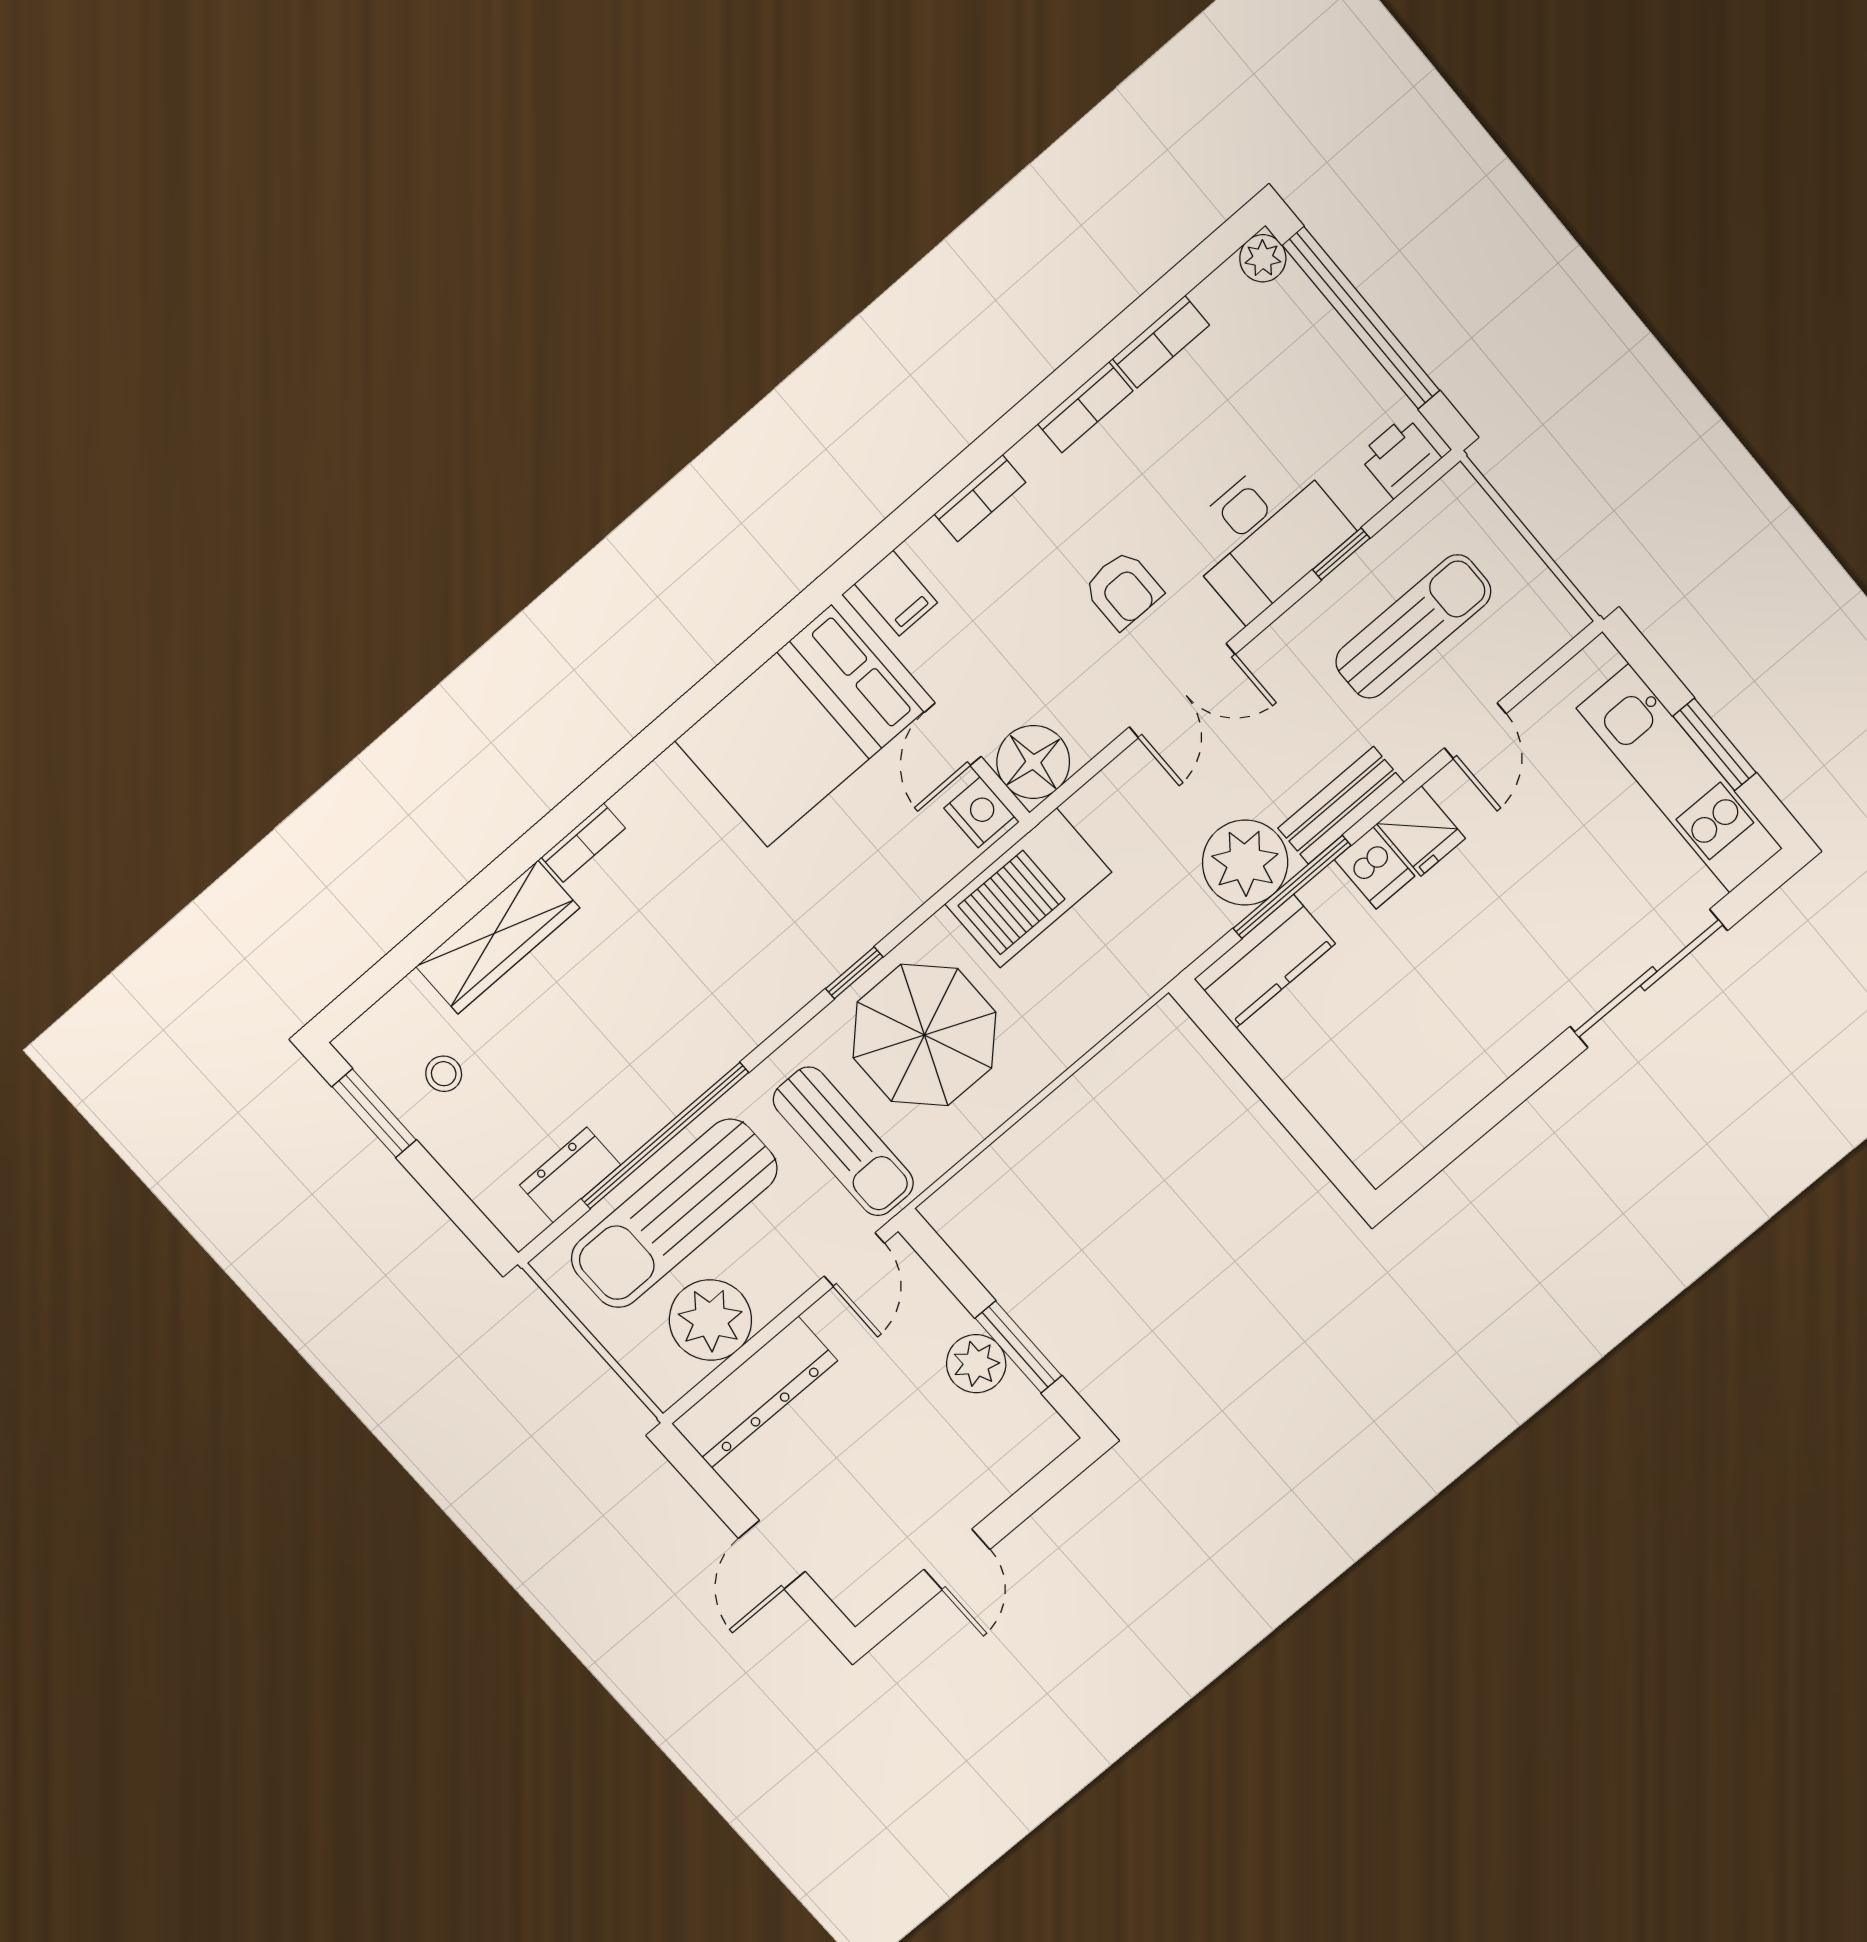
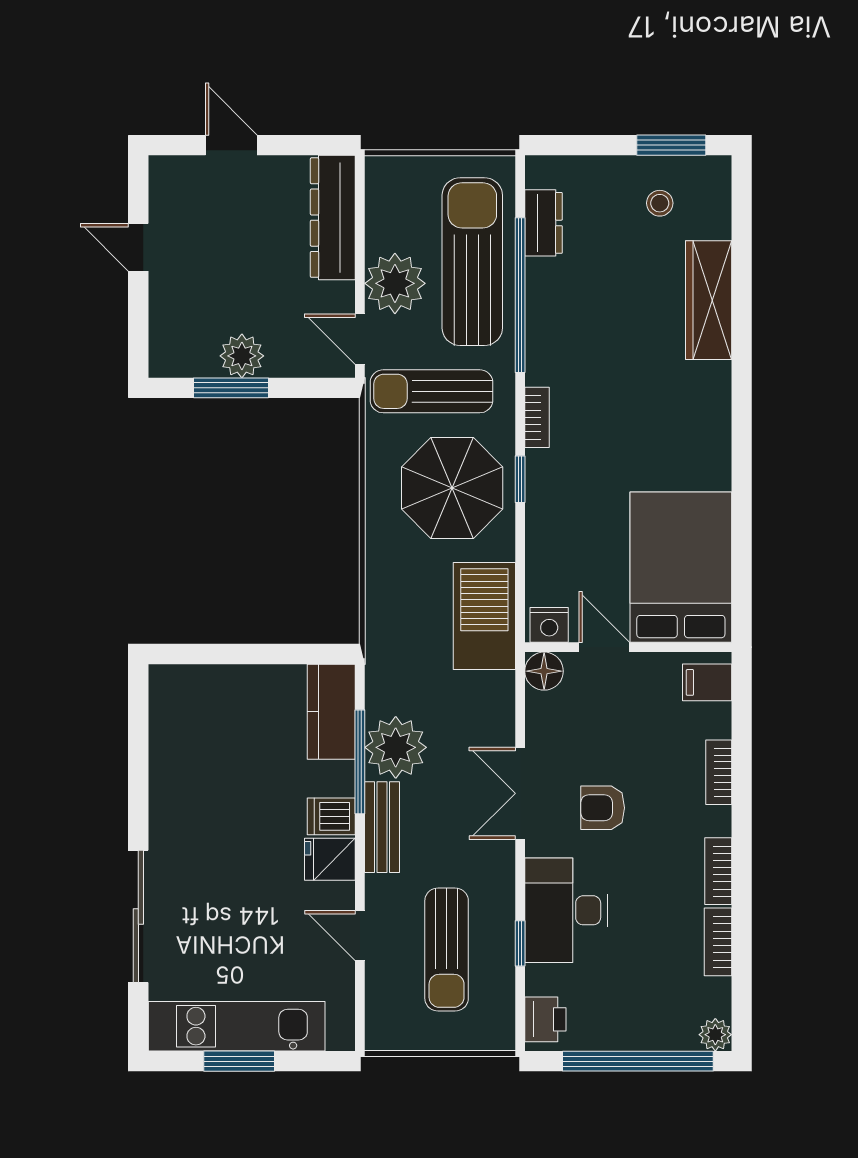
floor lamp: (1033, 762) -> (544, 671), width x0.73, depth x0.73
bookcase: (583, 843) -> (537, 417), moved, turned 180
plant: (710, 1320) -> (395, 283), moved

